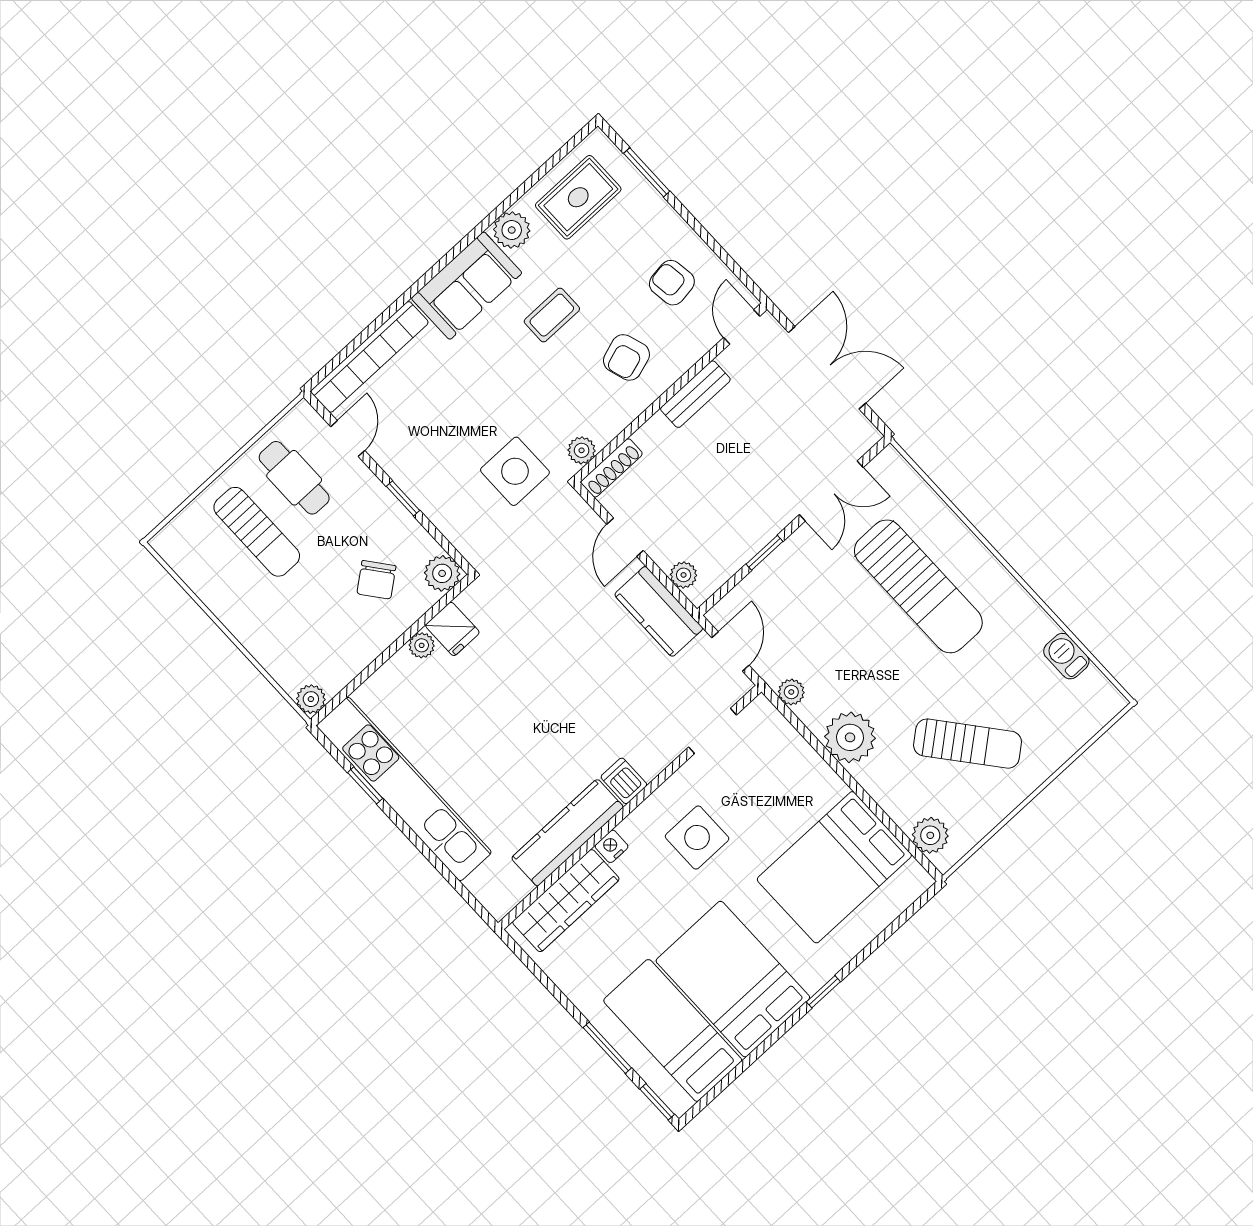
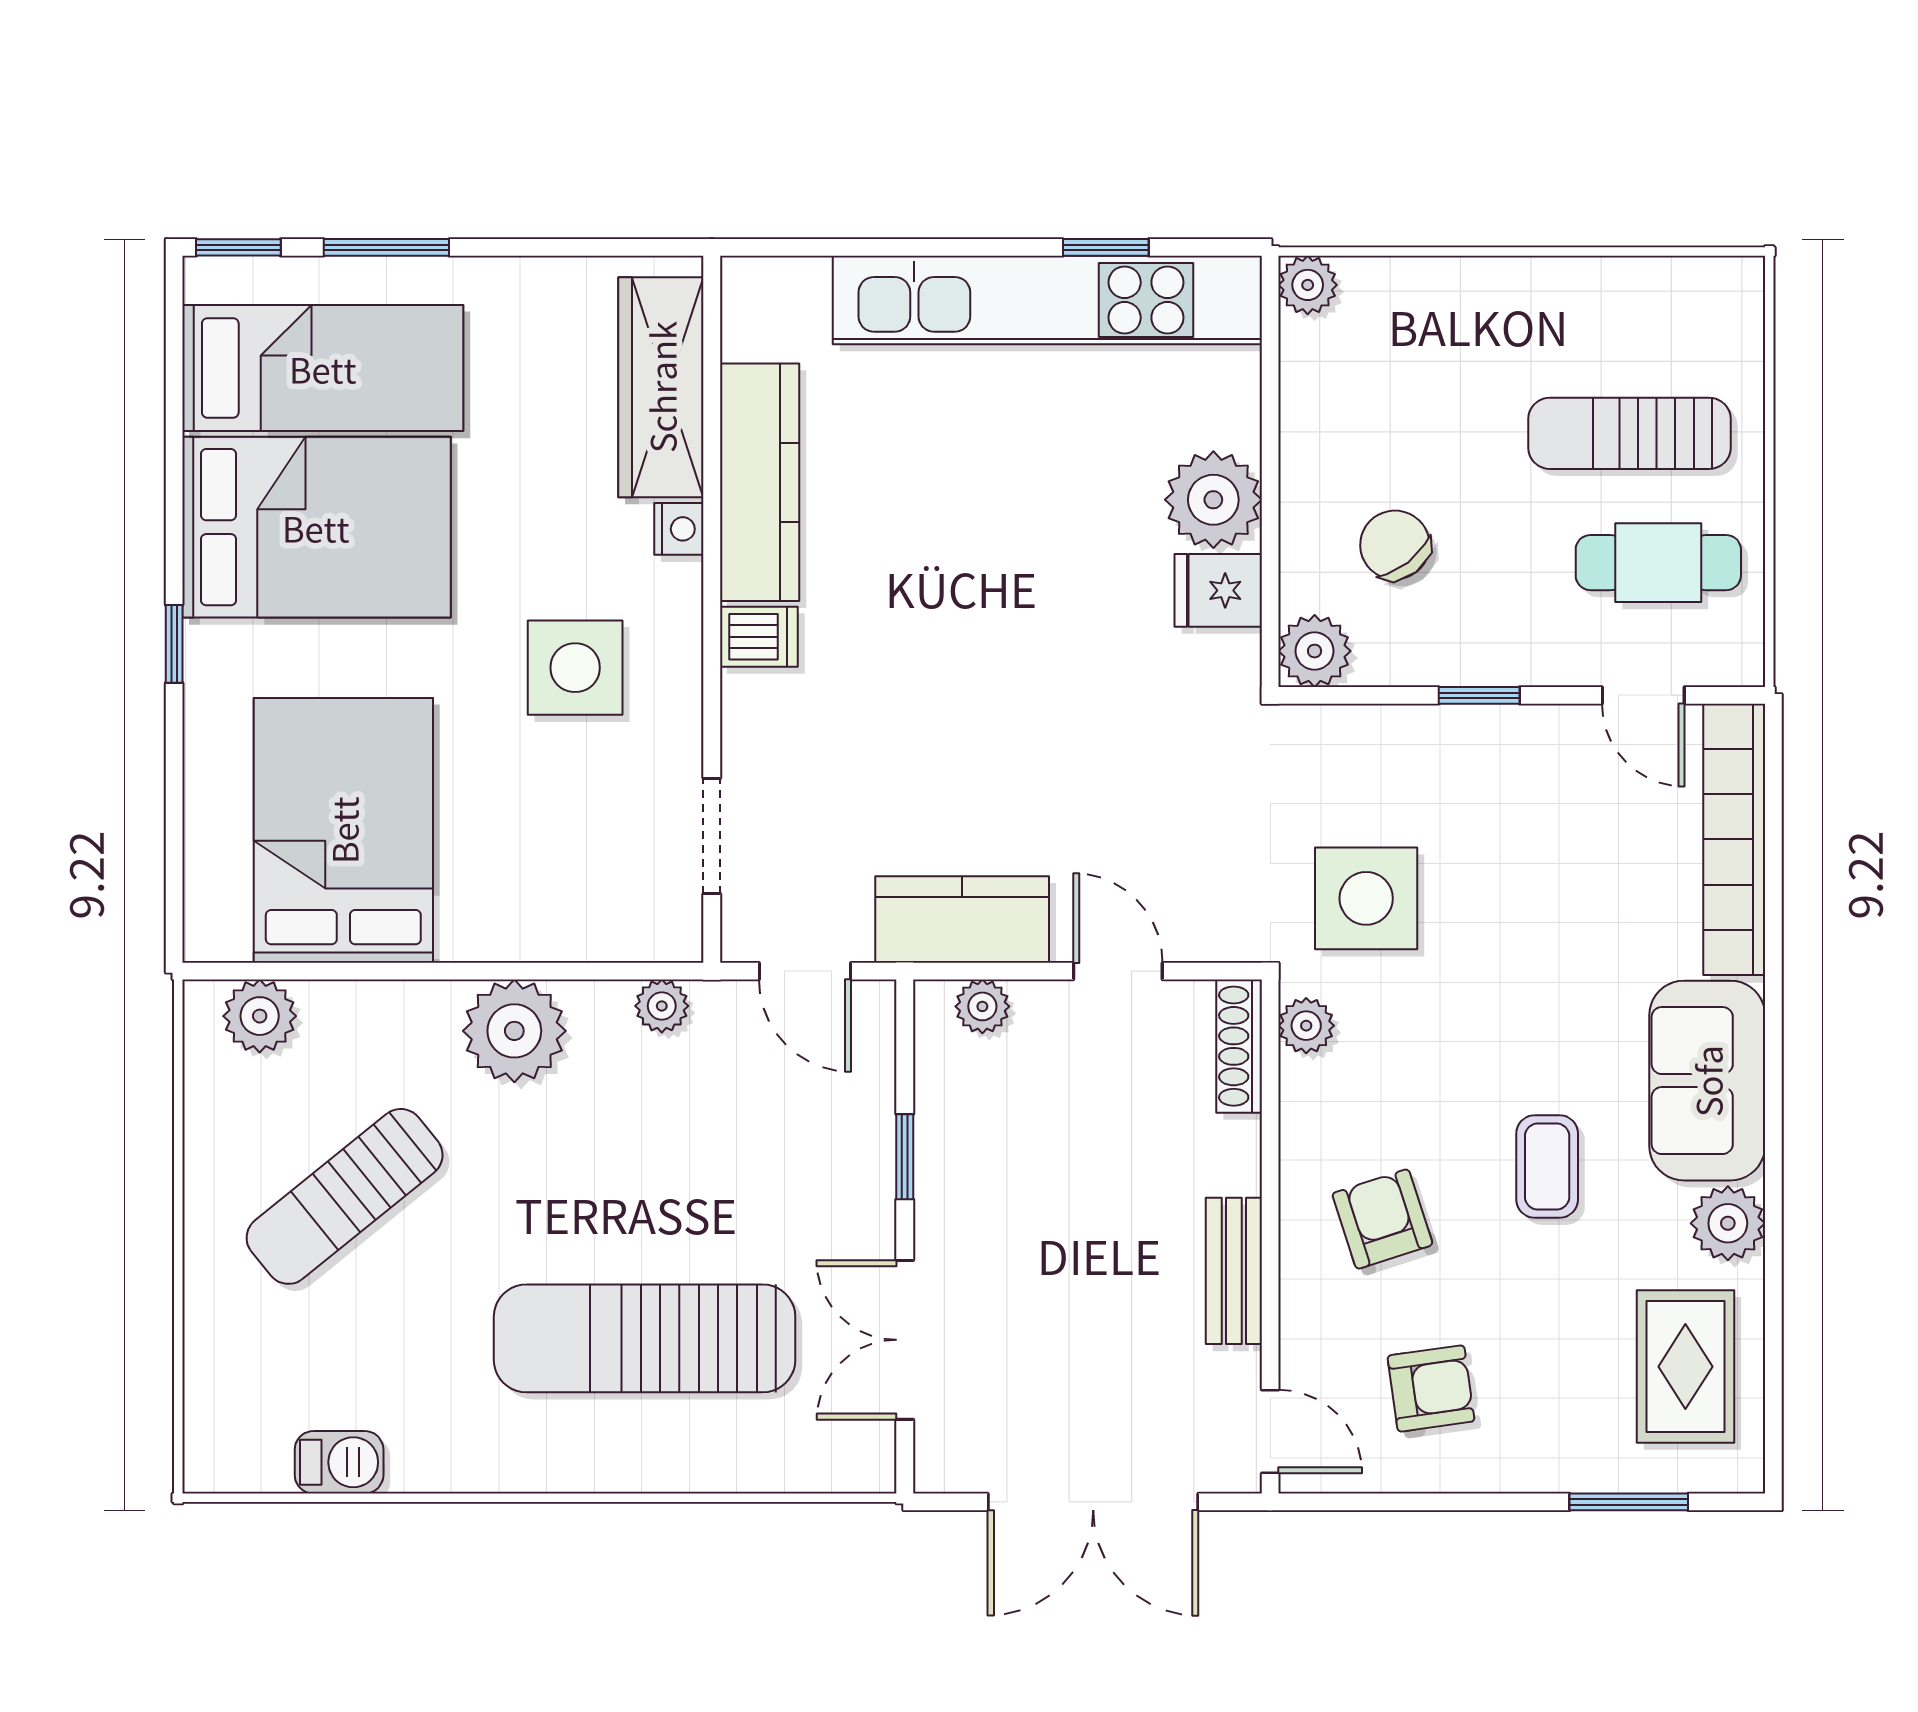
plant: (422, 645) -> (1213, 500), width x1.88, depth x1.88

